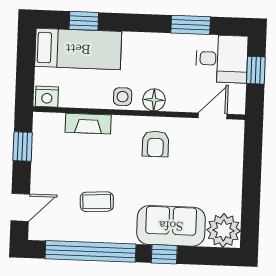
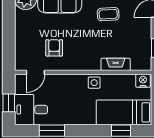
floor lamp: (154, 100) -> (74, 81), removed
armchair: (155, 144) -> (54, 48), moved

